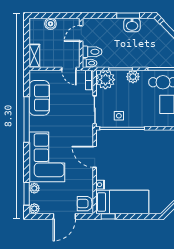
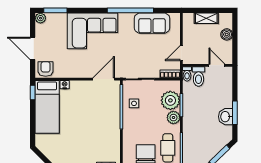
shelving: (34, 56) -> (206, 18), moved
plant: (105, 80) -> (170, 100), moved
door: (95, 157) -> (104, 79), moved
plant: (34, 188) -> (61, 18), removed

